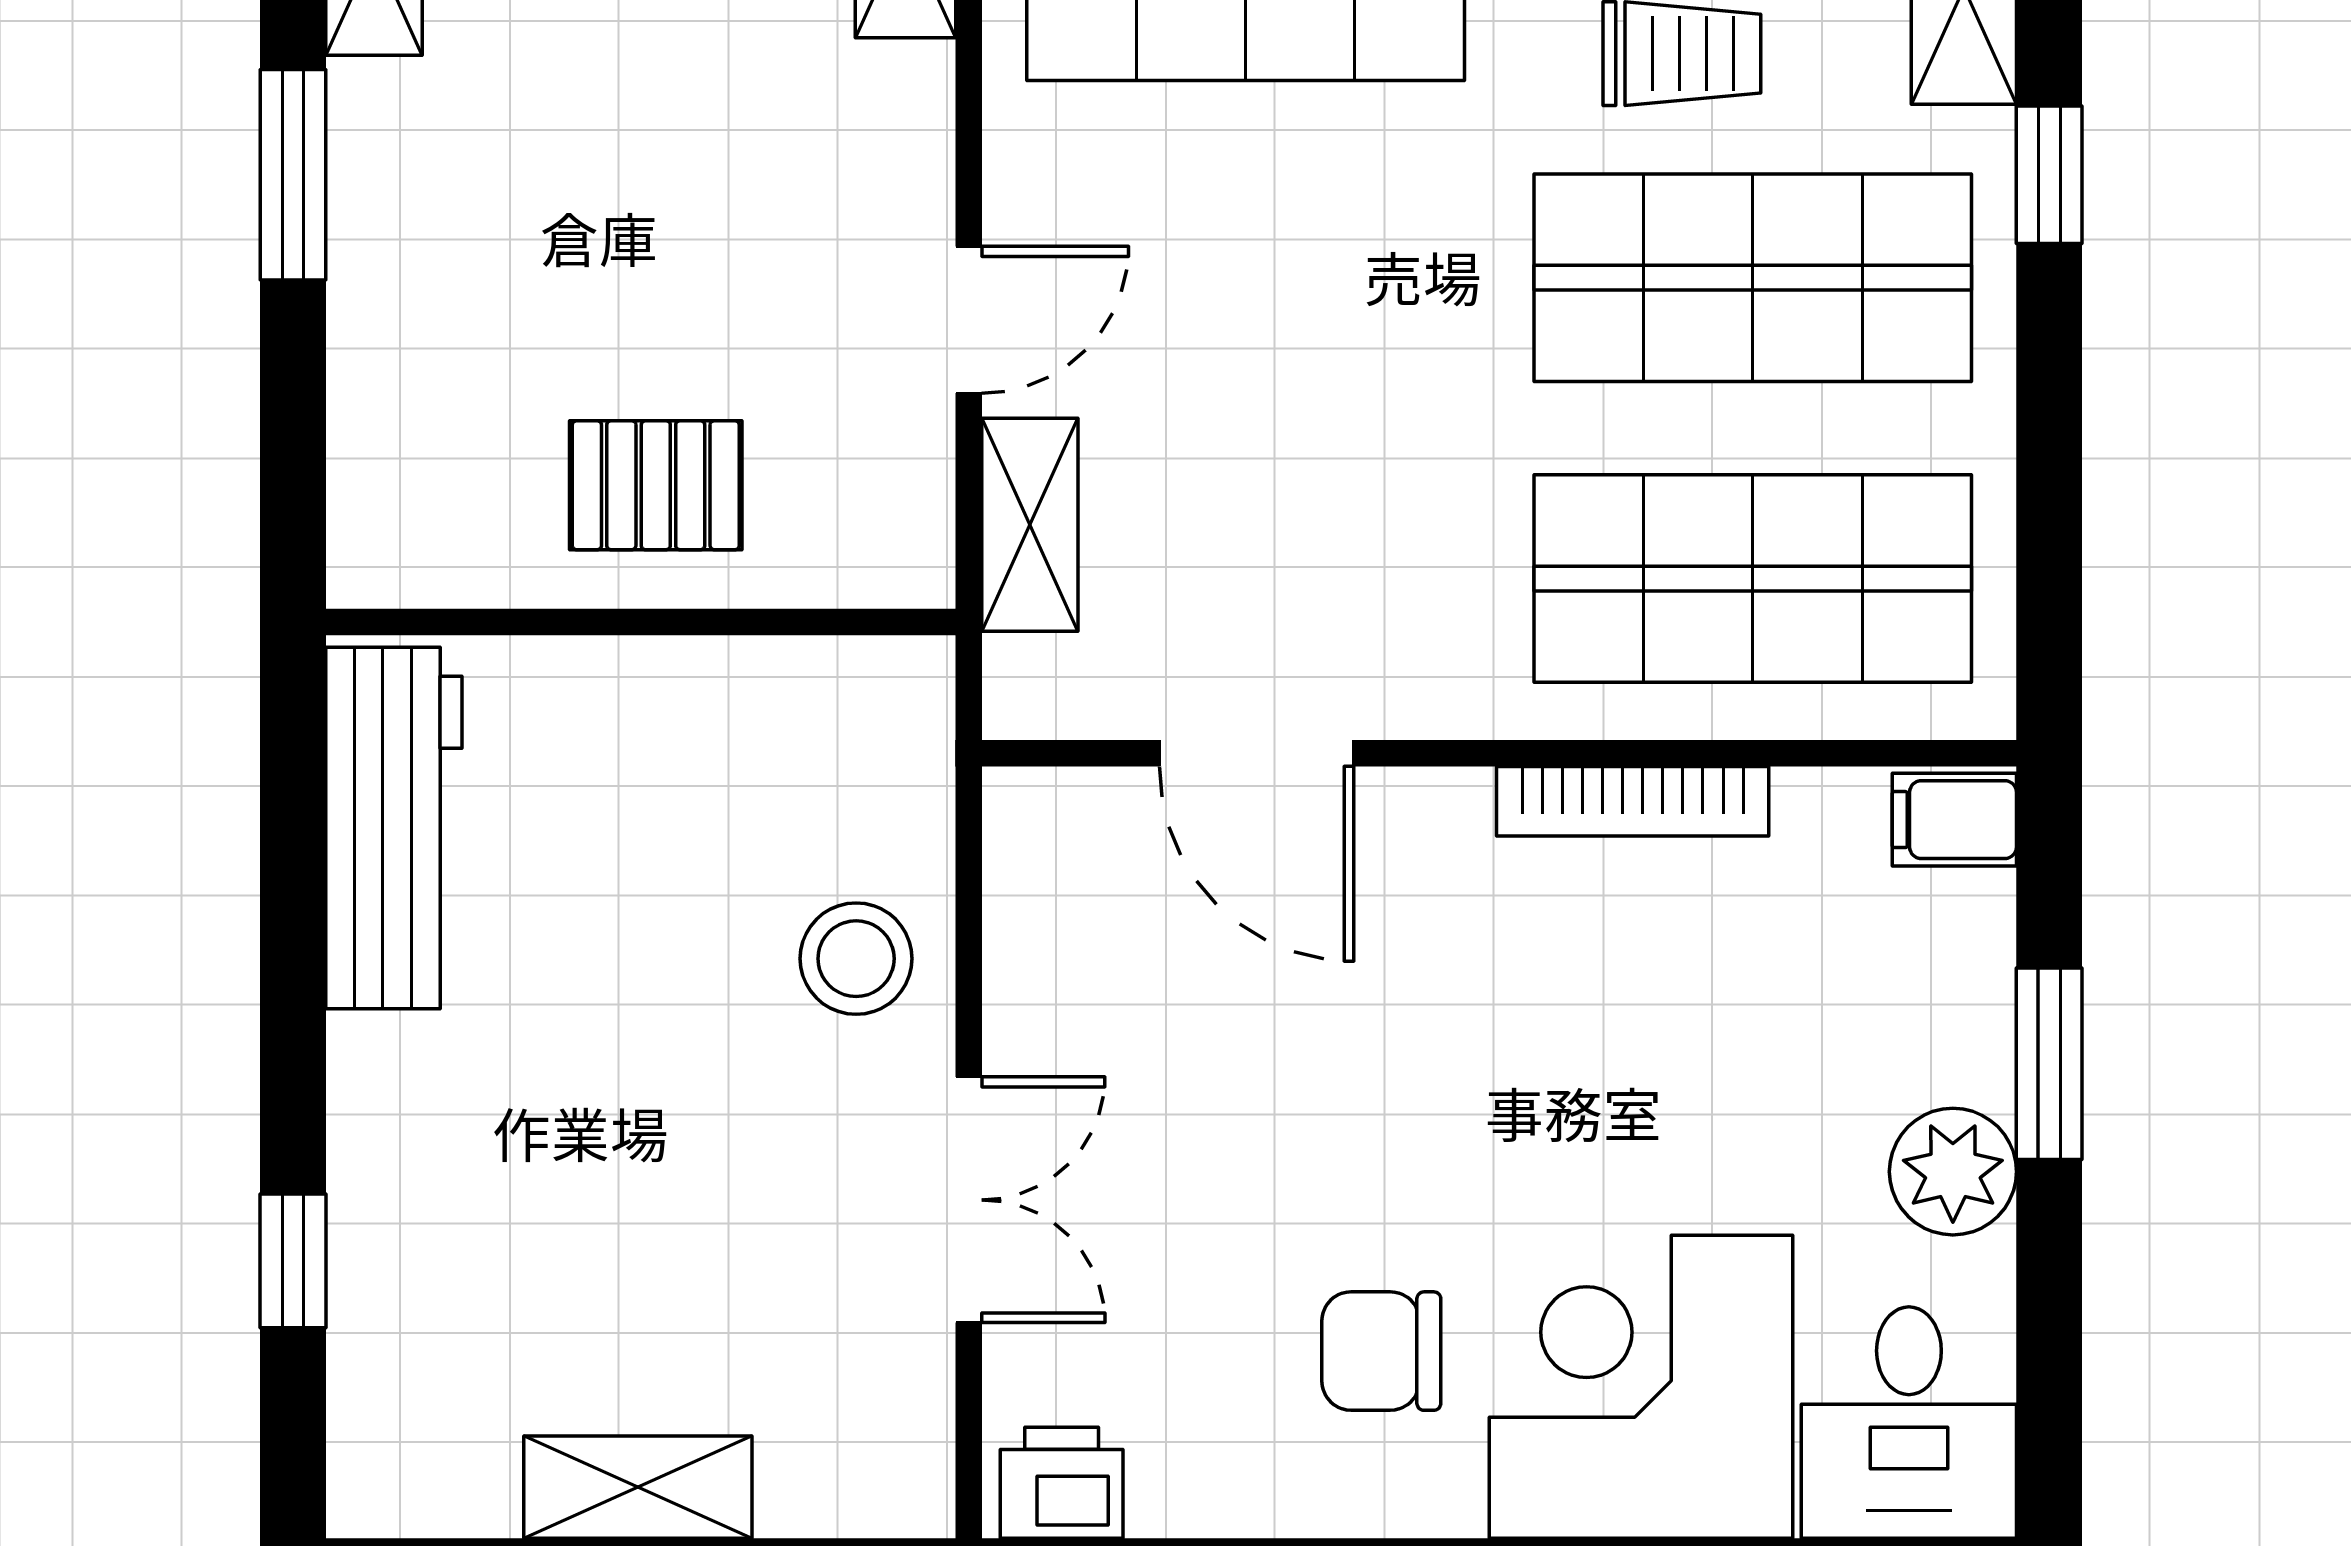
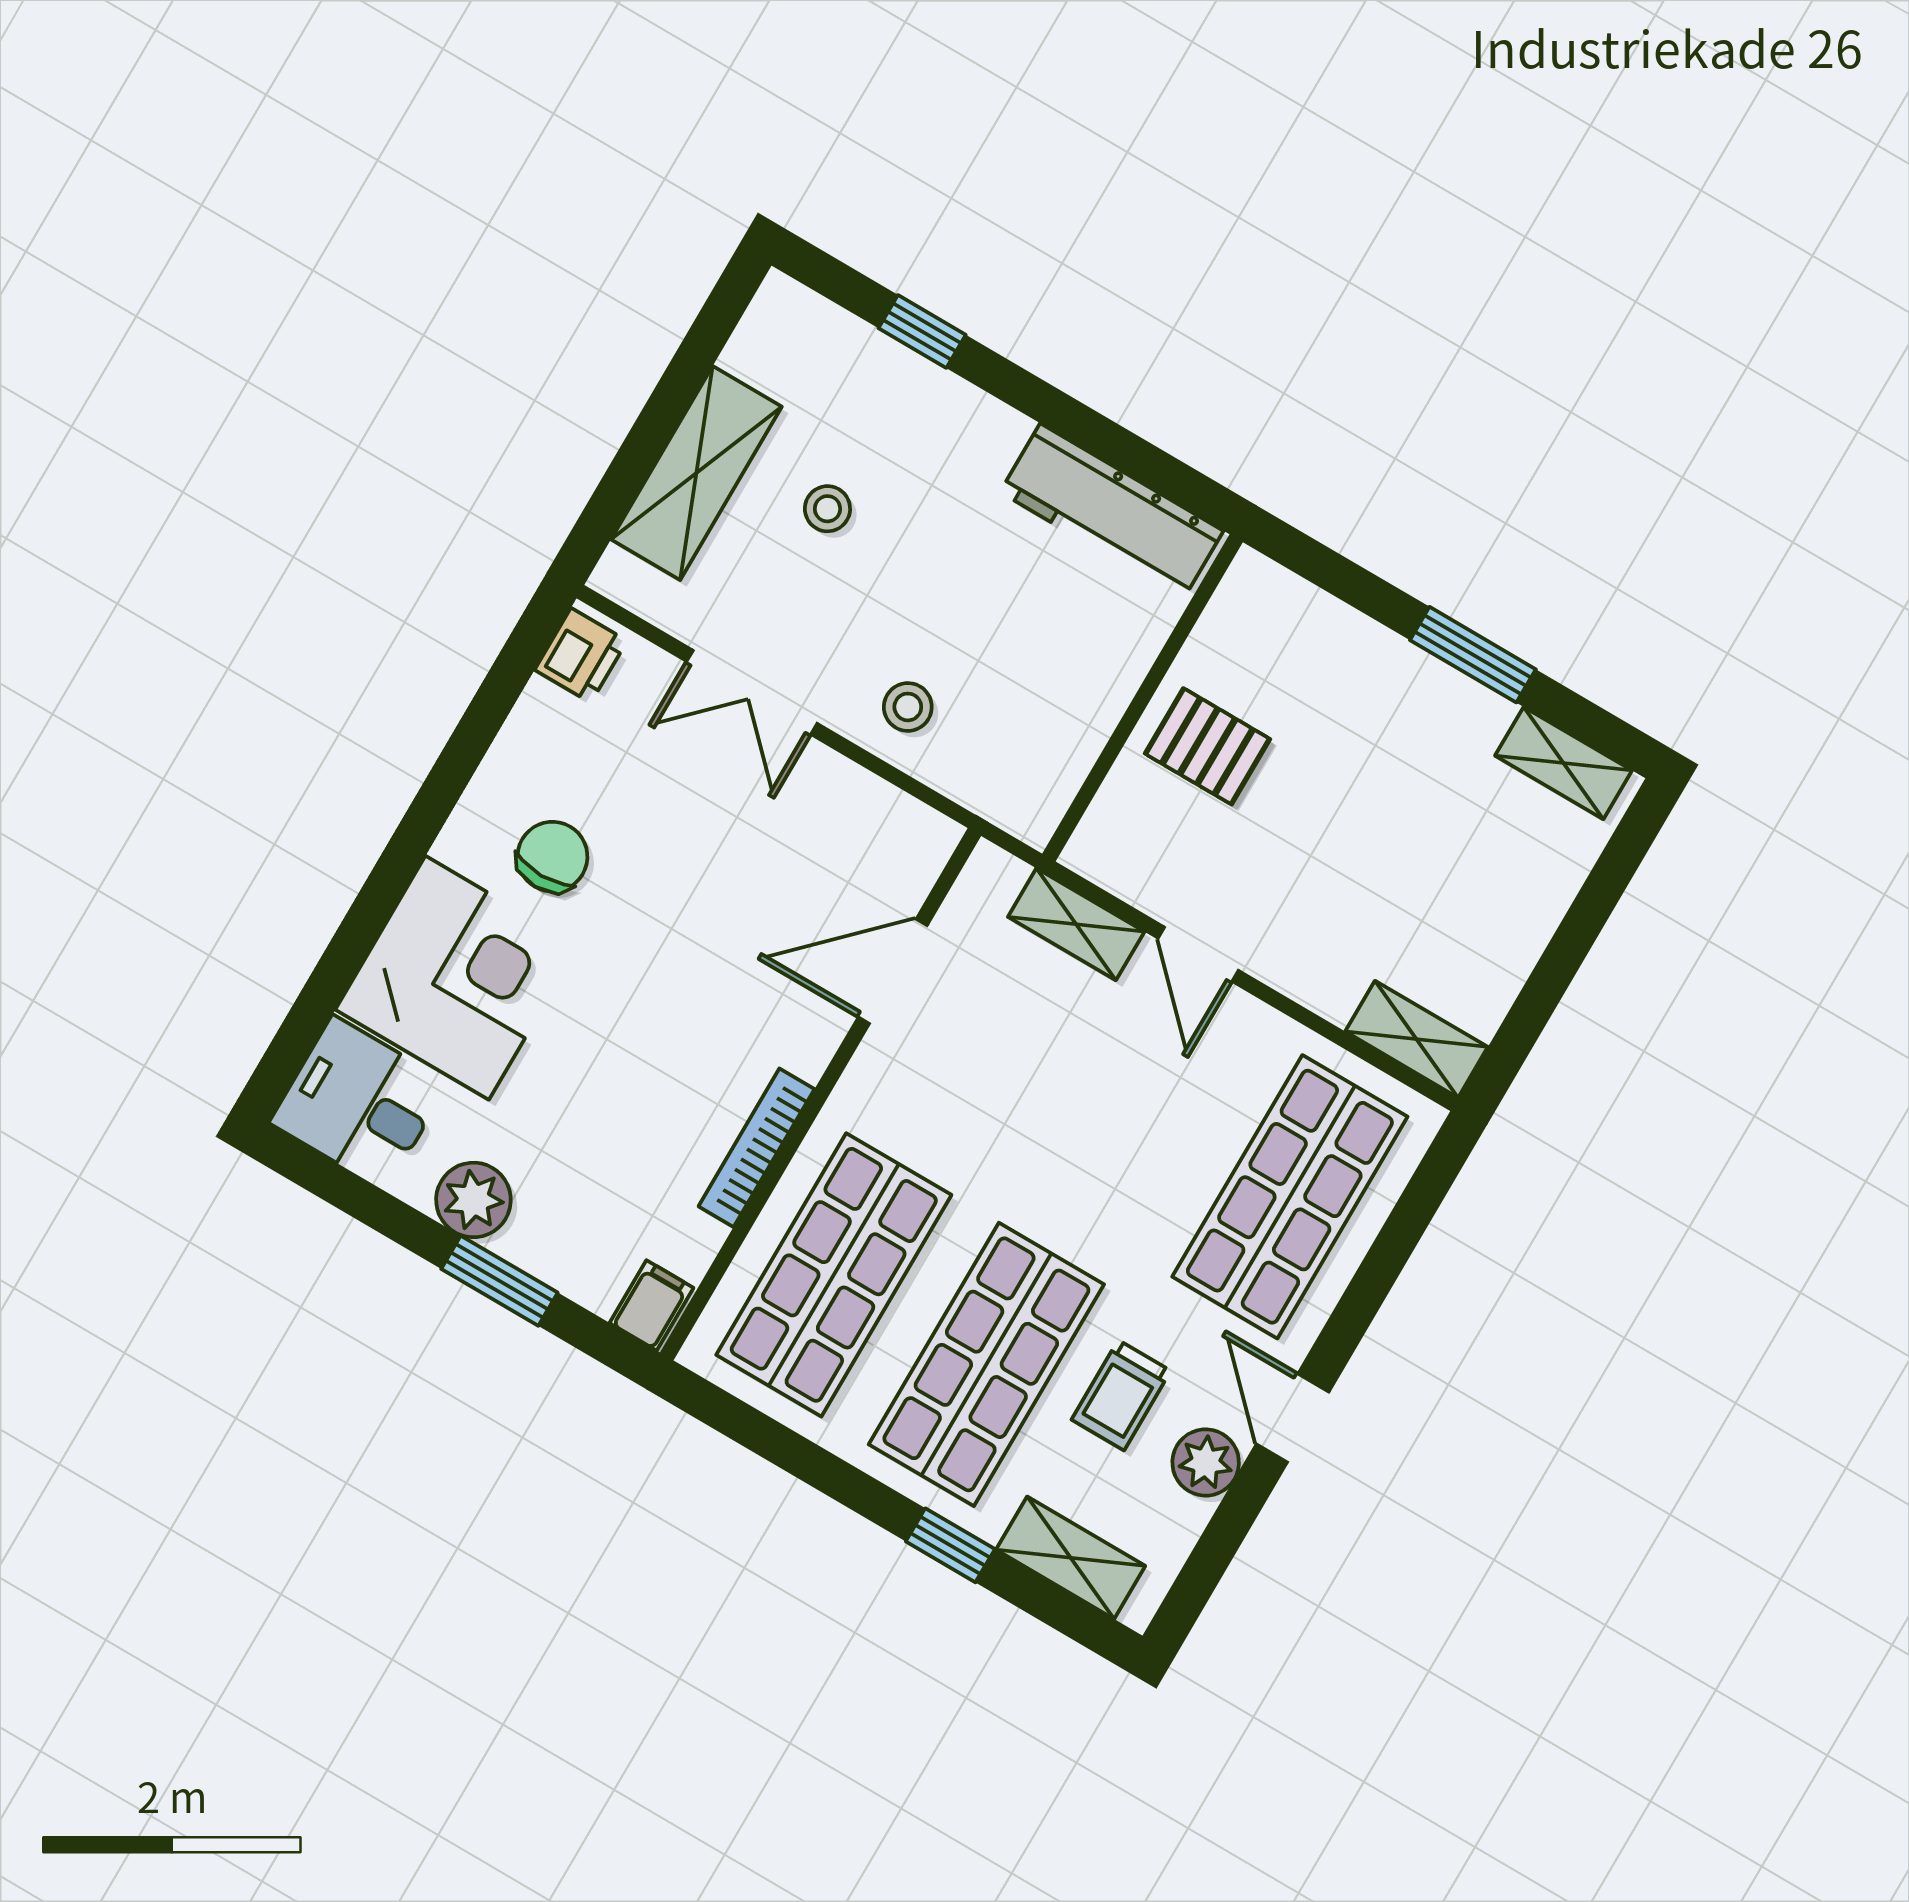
pallet: (656, 485) -> (1208, 746), turned 90
stool: (856, 959) -> (908, 707), width x0.73, depth x0.73
stool: (634, 1247) -> (827, 509), added
shelving: (638, 1487) -> (696, 473), width x1.50, depth x1.33

